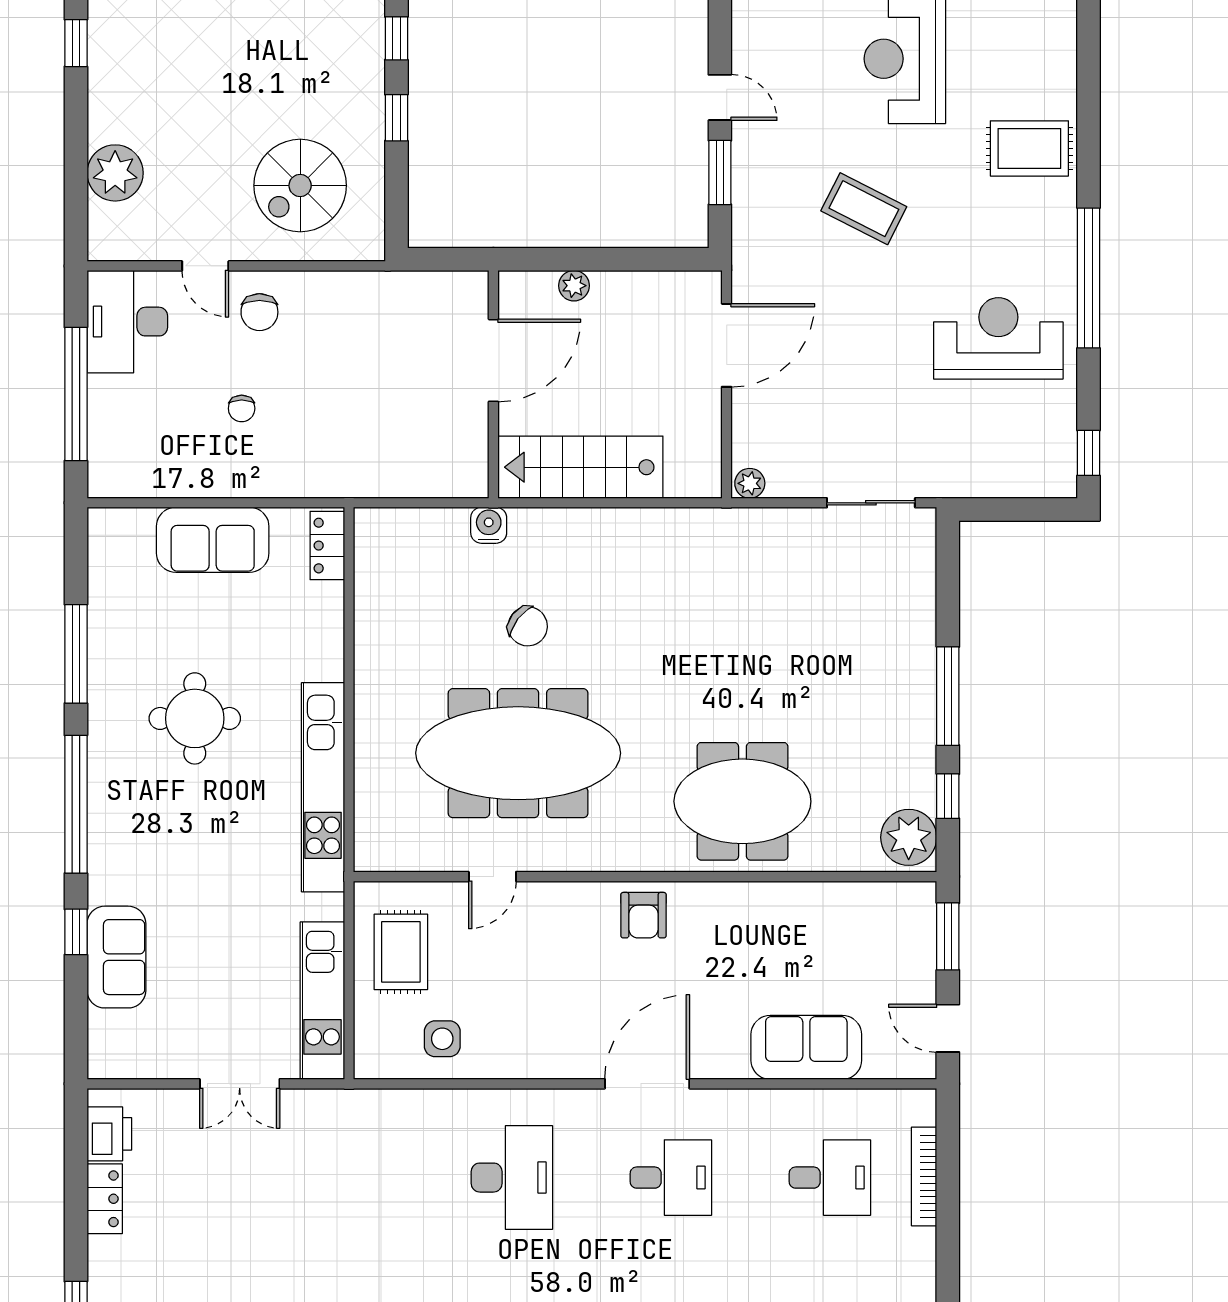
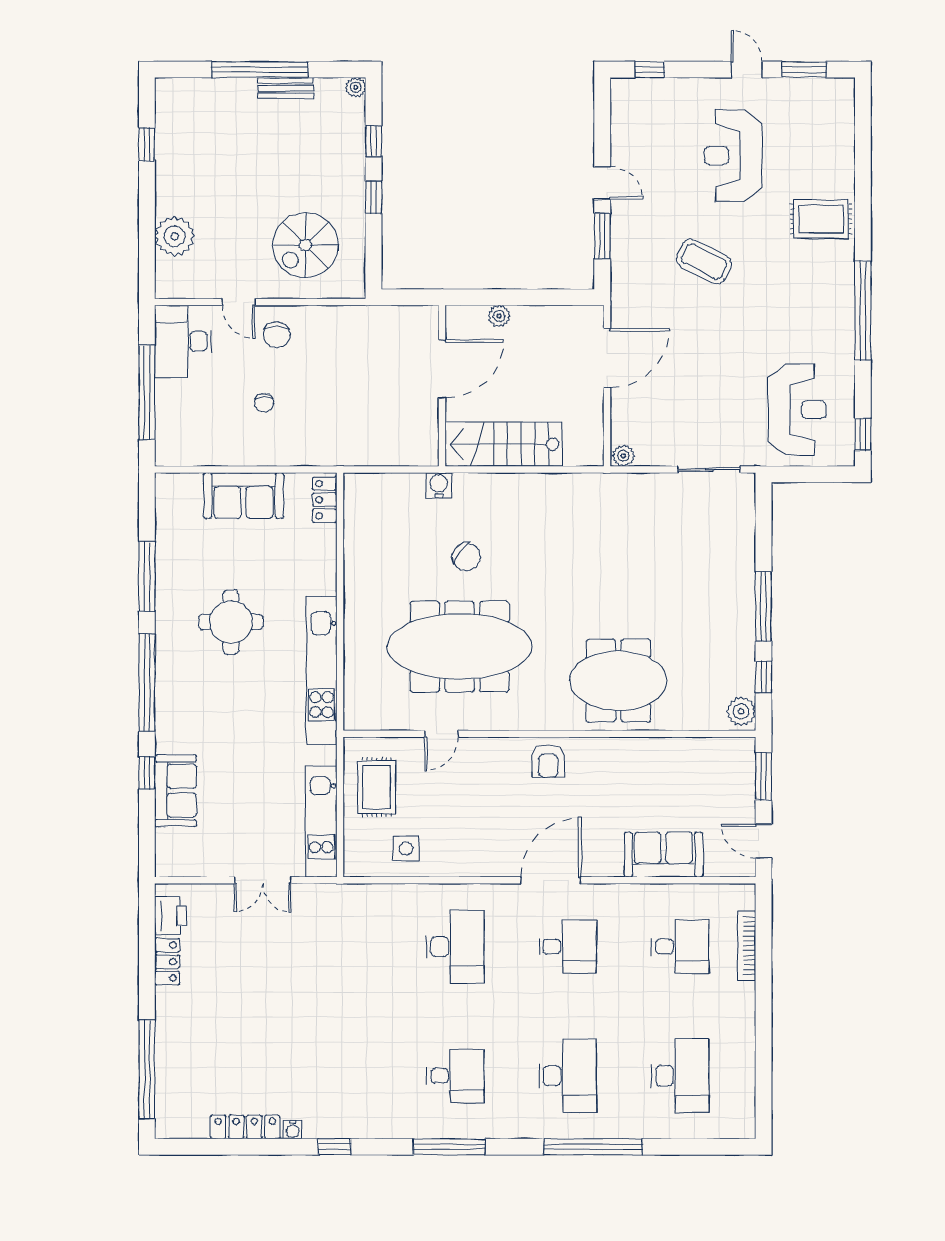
reception desk: (998, 338) -> (797, 410), moved, turned 90
plant: (909, 837) -> (741, 711), width x0.73, depth x0.73

